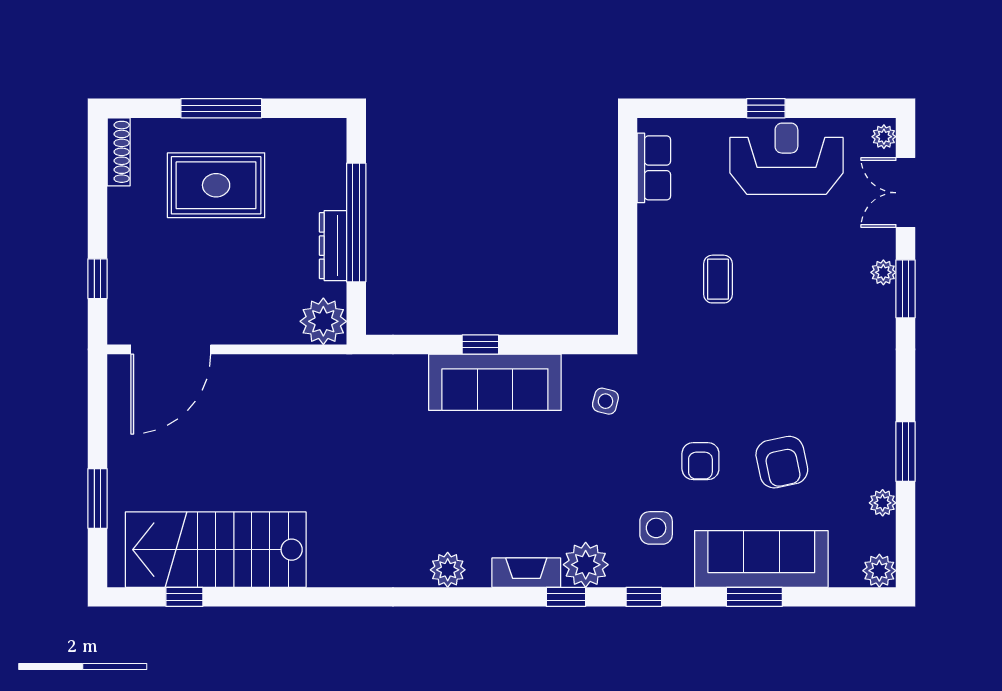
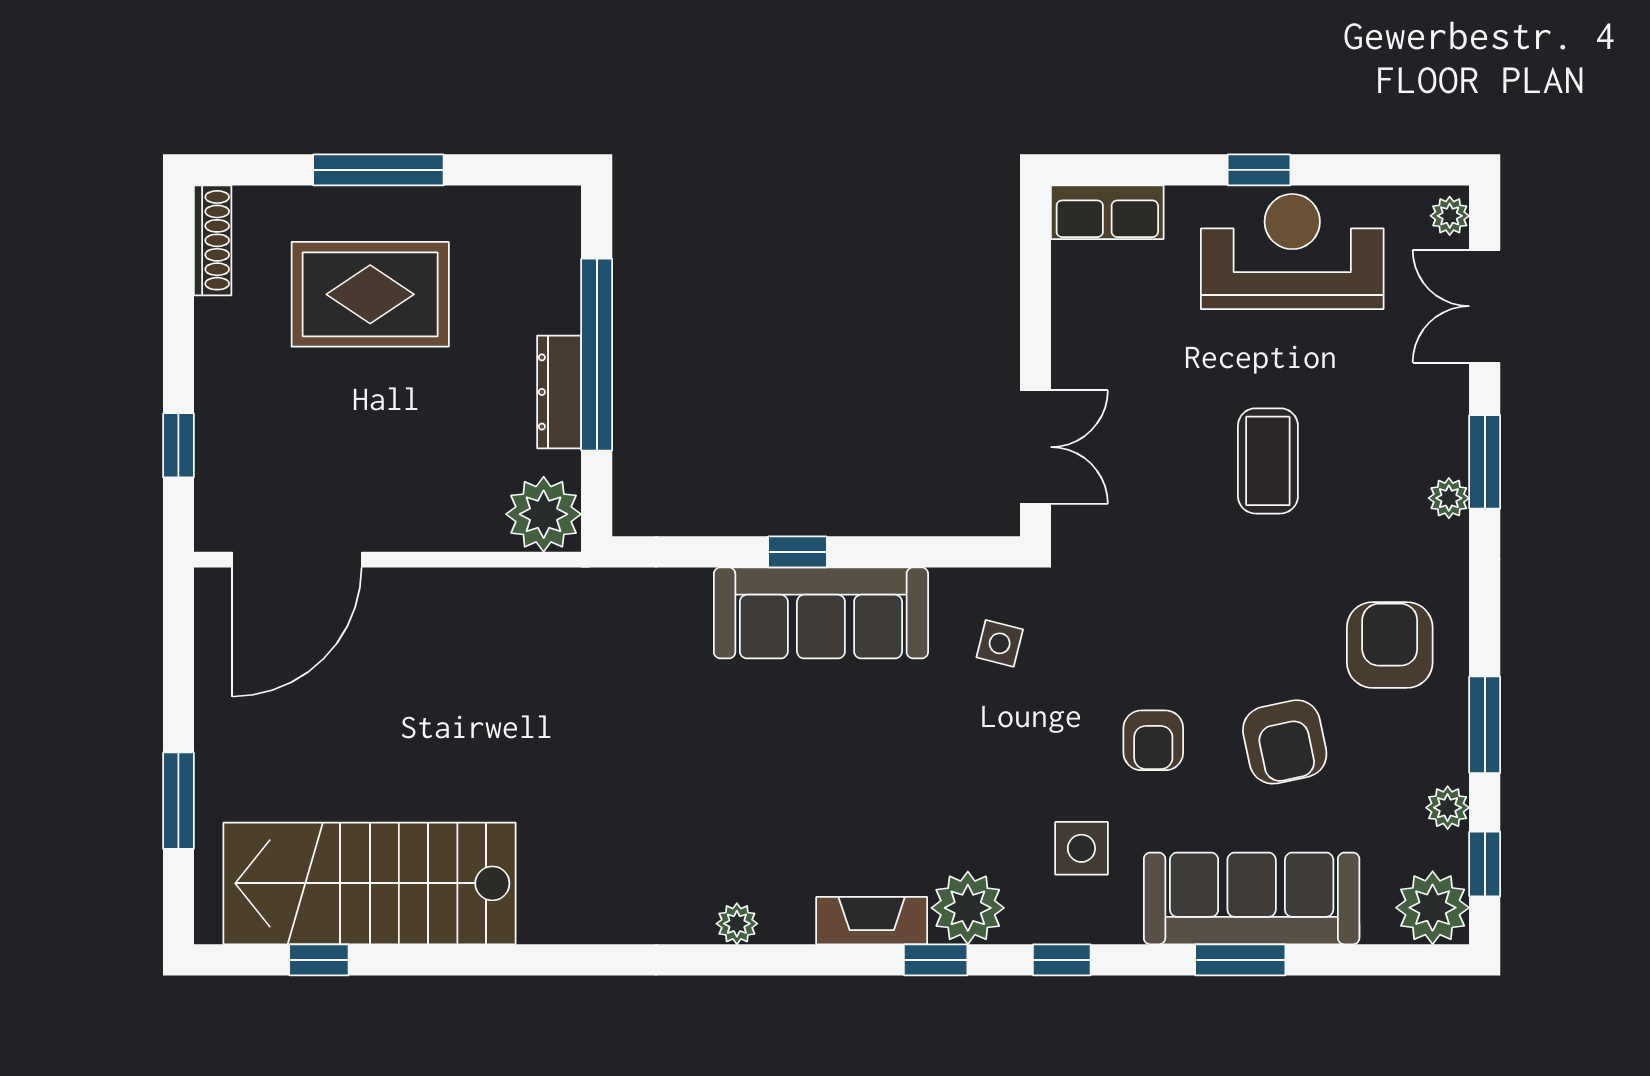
row of seats: (654, 168) -> (1107, 212), moved, turned 90
plant: (883, 272) -> (1449, 498), moved
coffee table: (718, 279) -> (1268, 461), moved, width x1.36, depth x1.30
double door: (628, 280) -> (1036, 447), added
armchair: (847, 402) -> (1390, 645), added
window: (905, 538) -> (1485, 864), added
plant: (448, 570) -> (737, 924), width x0.73, depth x0.73
plant: (879, 571) -> (1433, 908), width x1.36, depth x1.36

